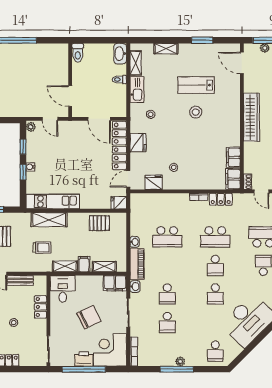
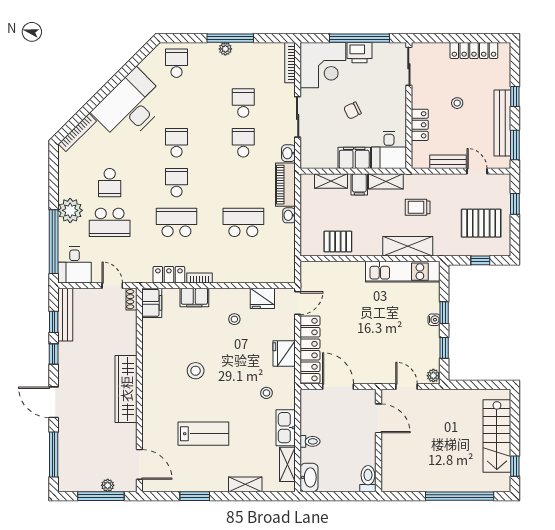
stool: (196, 112) -> (196, 371), moved
filing cabinet: (233, 157) -> (194, 298), moved, turned 90
fridge: (119, 203) -> (311, 270), removed
filing cabinet: (115, 283) -> (354, 158), moved
chair: (89, 317) -> (352, 110), width x0.54, depth x0.54

